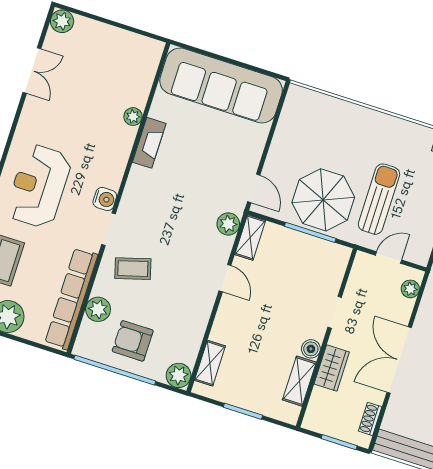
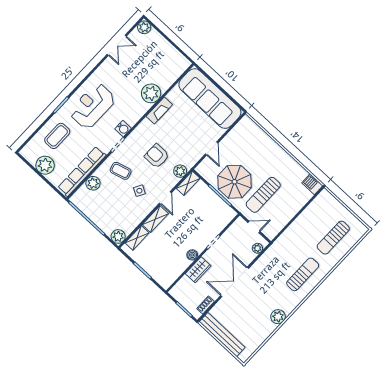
plant: (133, 117) -> (151, 93), width x1.87, depth x1.87
door: (254, 188) -> (212, 149), moved
sun lounger: (379, 199) -> (263, 195), turned 180
side table: (178, 286) -> (139, 191), added
armchair: (133, 341) -> (157, 156), moved
shelving: (299, 381) -> (155, 219), moved

